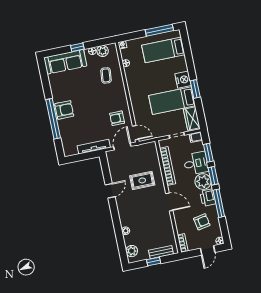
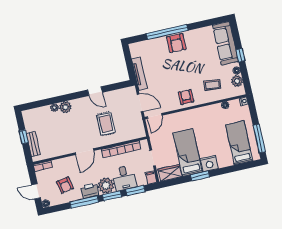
armchair: (117, 118) -> (186, 97), moved
plant: (132, 251) -> (65, 107), moved

